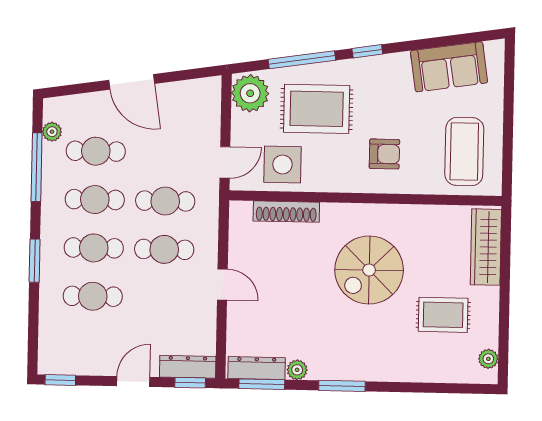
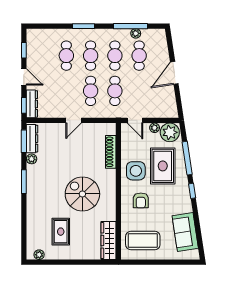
plant: (240, 123) -> (155, 128), added
plant: (52, 132) -> (136, 33), moved
side table: (282, 164) -> (136, 171), moved
wardrobe: (486, 247) -> (109, 241), moved, turned -90
window: (60, 380) -> (24, 50), moved

